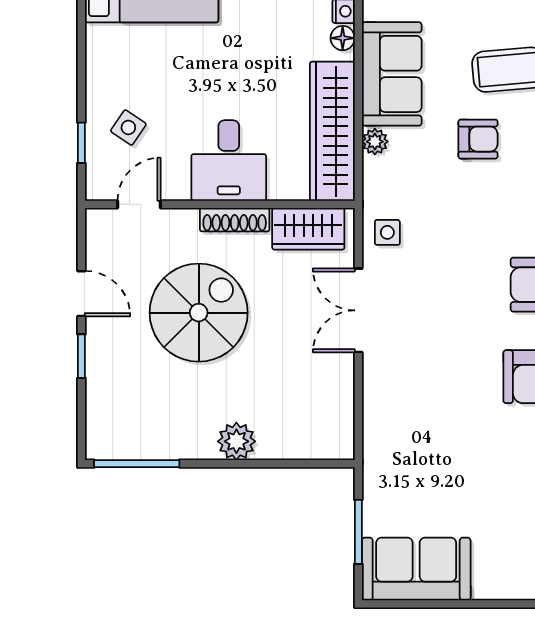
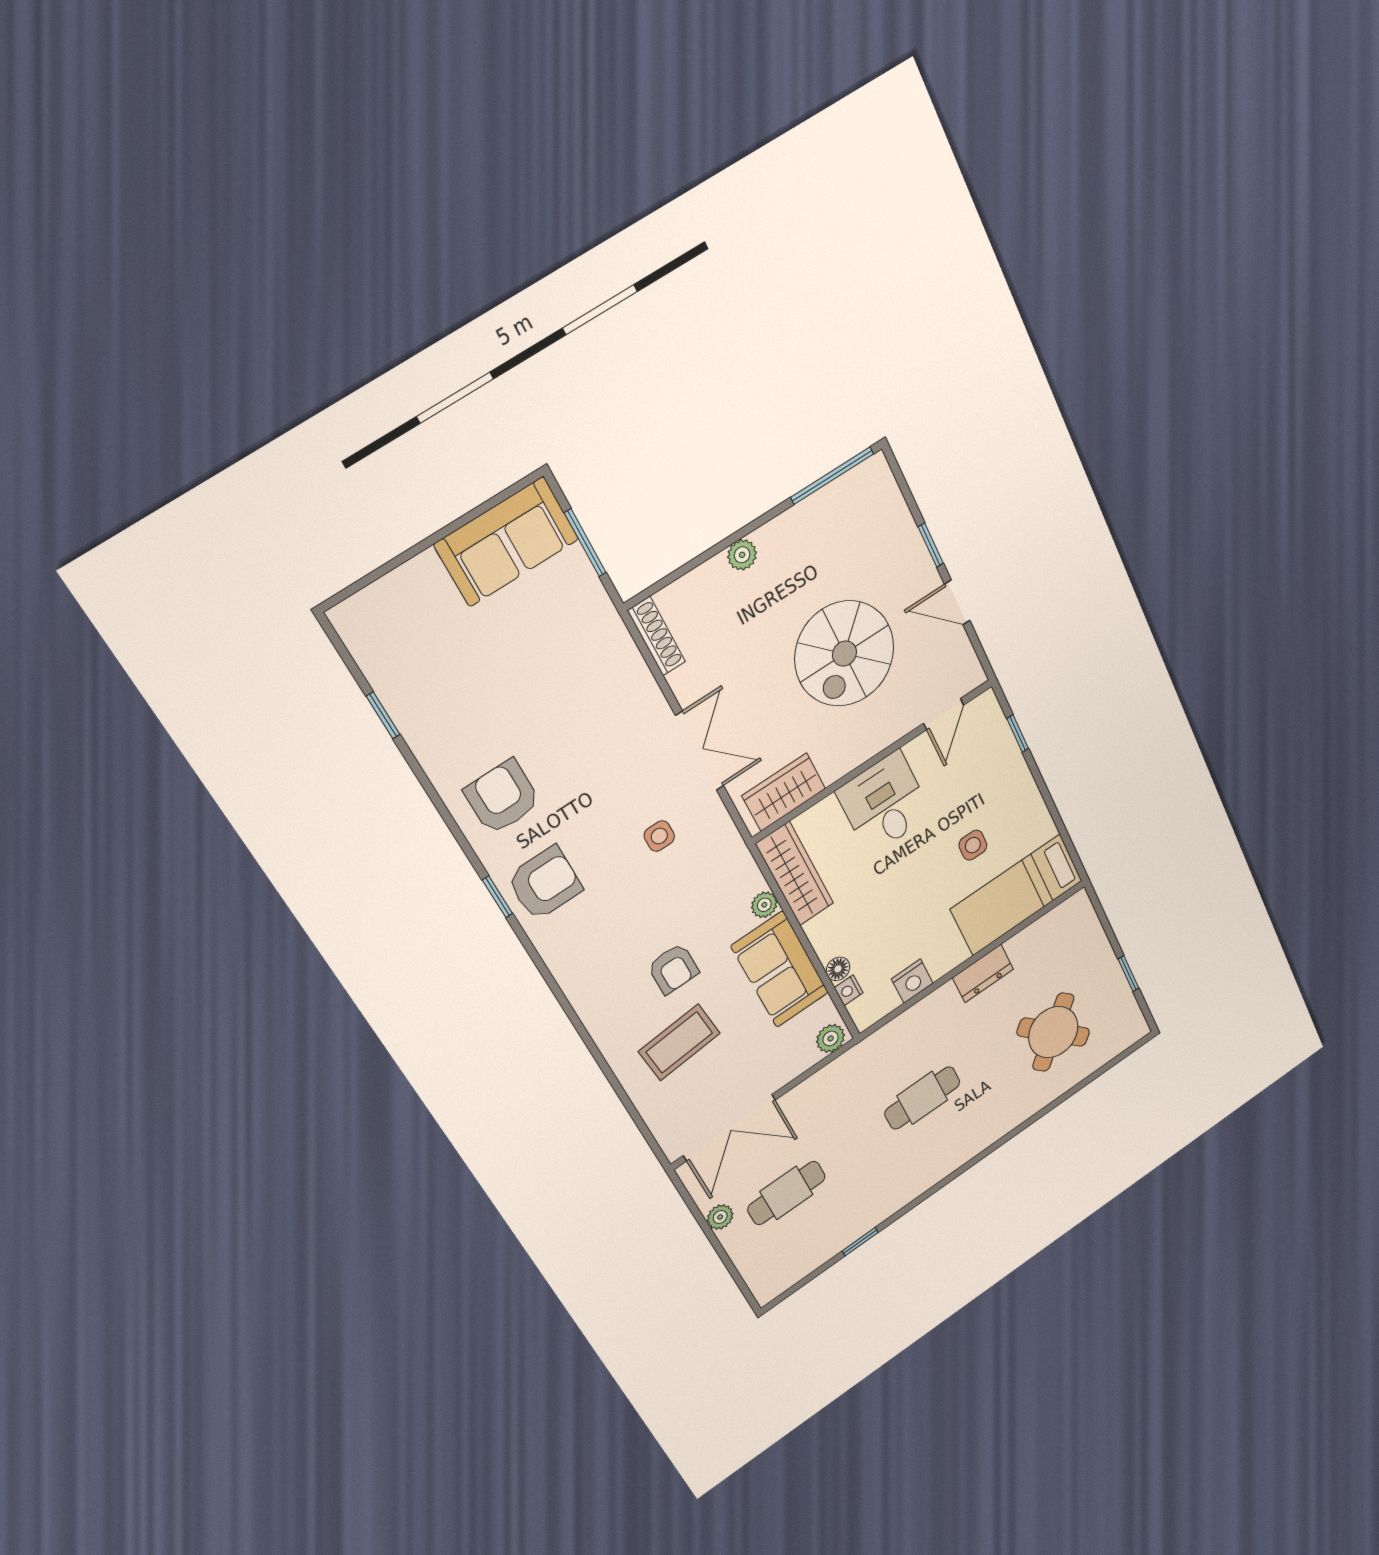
side table: (128, 127) -> (973, 845), moved, turned -33
wardrobe: (332, 131) -> (795, 874), width x0.71, depth x0.85
armchair: (478, 139) -> (673, 969), turned -90
shoe rack: (235, 220) -> (656, 636), moved, turned 90
side table: (387, 232) -> (659, 836), moved
plant: (236, 441) -> (742, 555), width x0.73, depth x0.73

